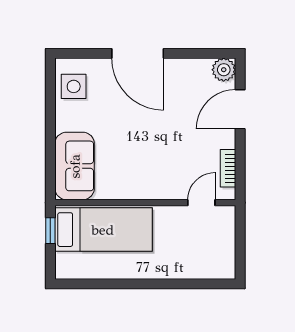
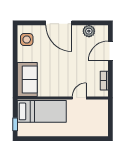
plant: (224, 70) -> (89, 31), moved
door: (201, 203) -> (79, 98), moved
window: (50, 231) -> (15, 124), moved

